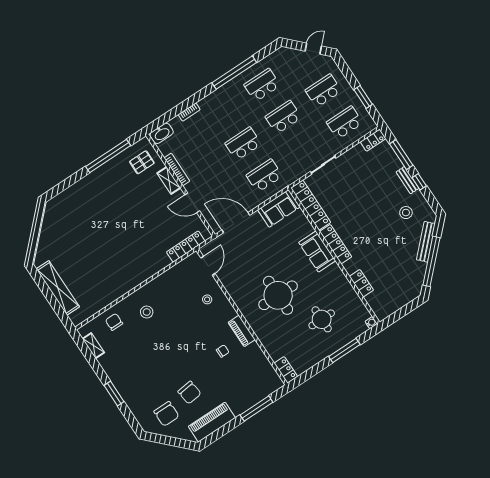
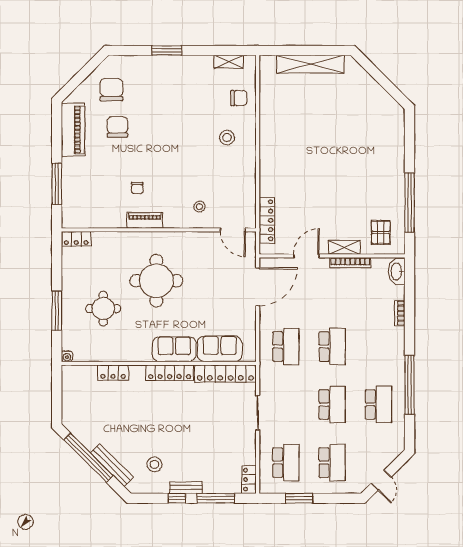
sofa: (279, 208) -> (220, 349), moved, turned 90
chair: (189, 393) -> (117, 127), turned 97
chair: (166, 414) -> (111, 90), turned 90

